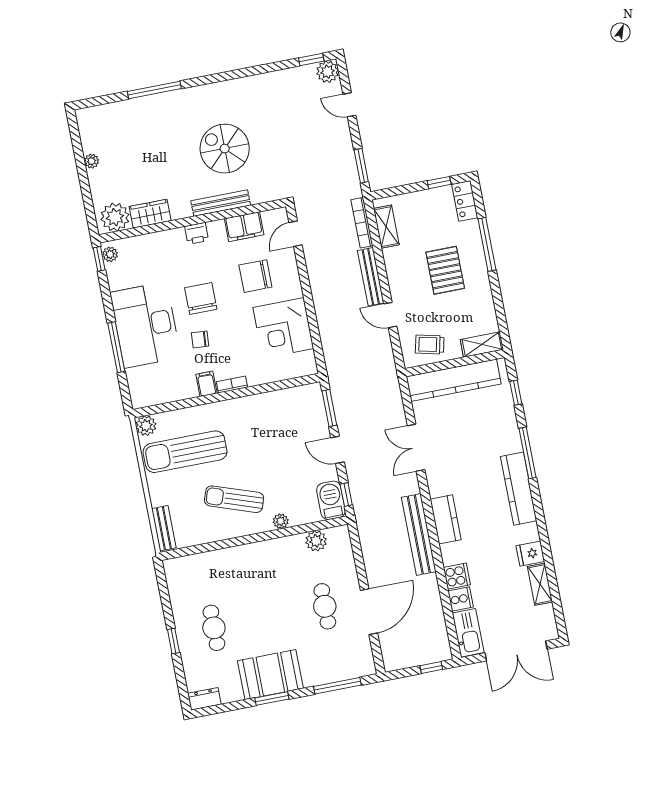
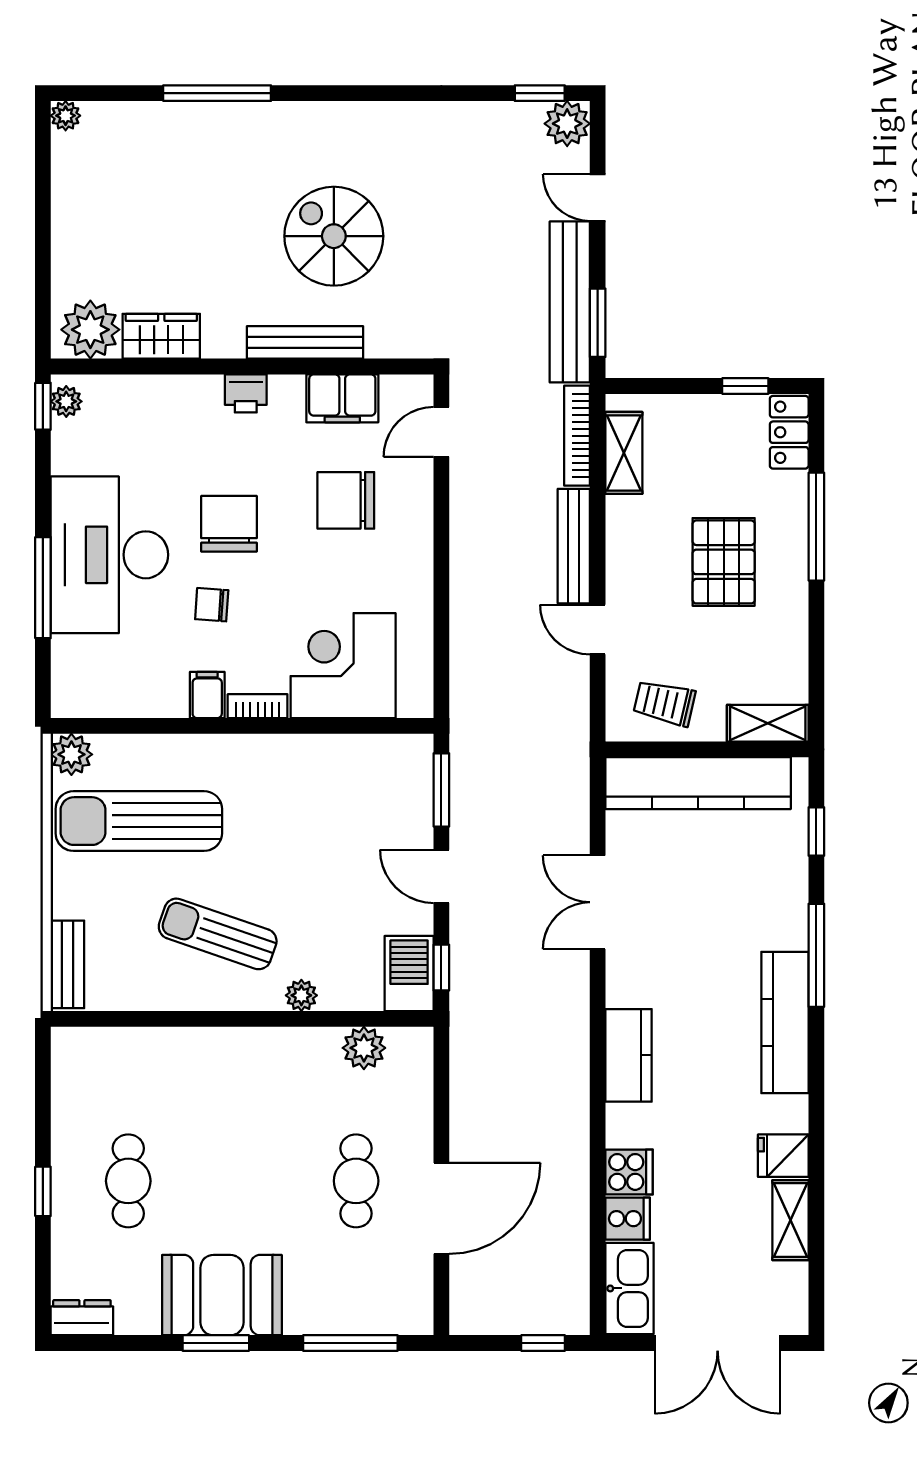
plant: (92, 161) -> (66, 116), moved
corner desk: (283, 328) -> (343, 666), moved, turned 90
bench: (419, 534) -> (570, 302), moved

